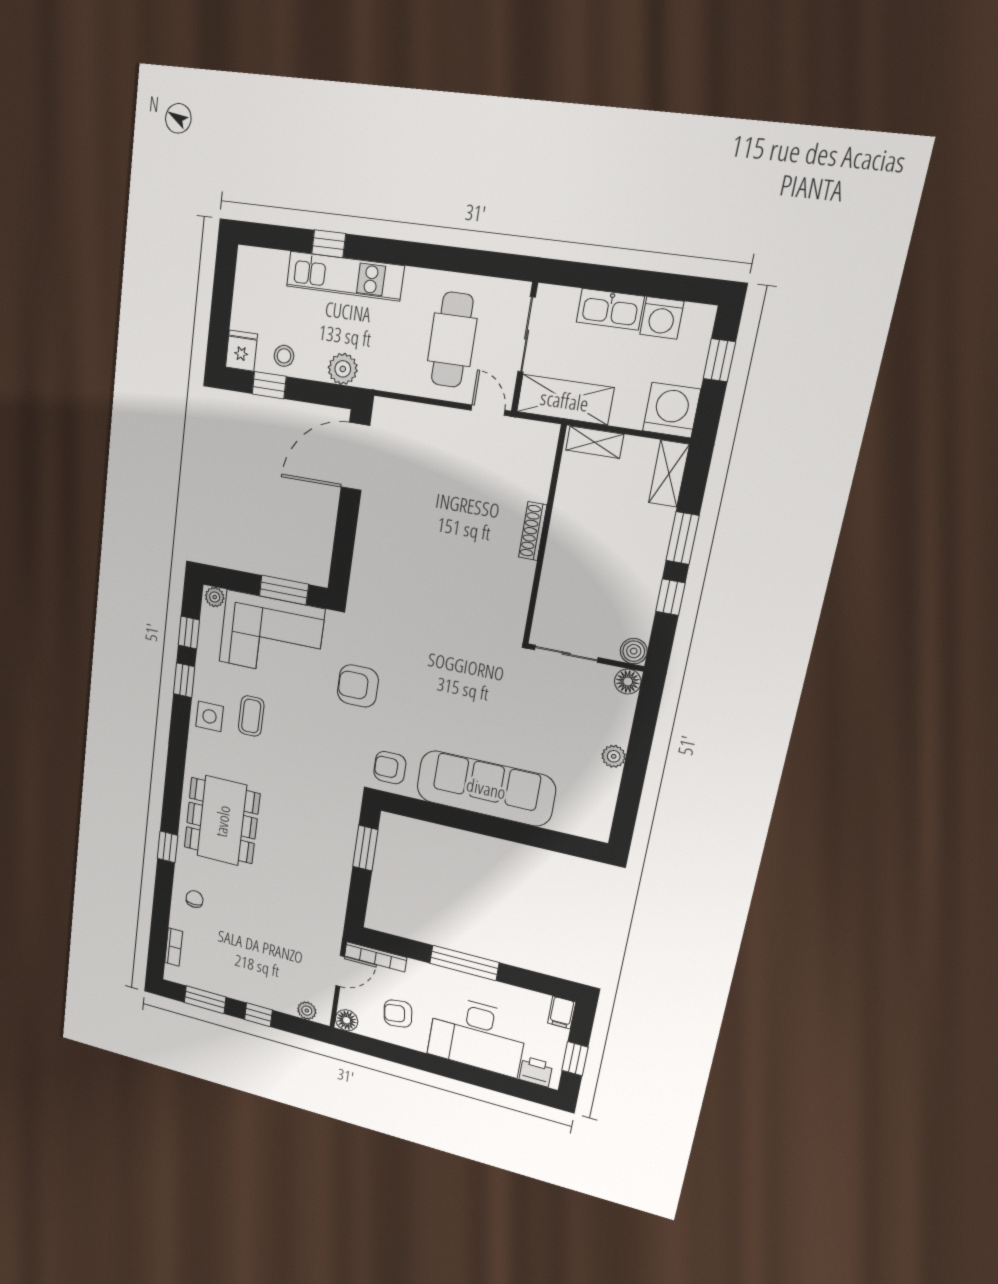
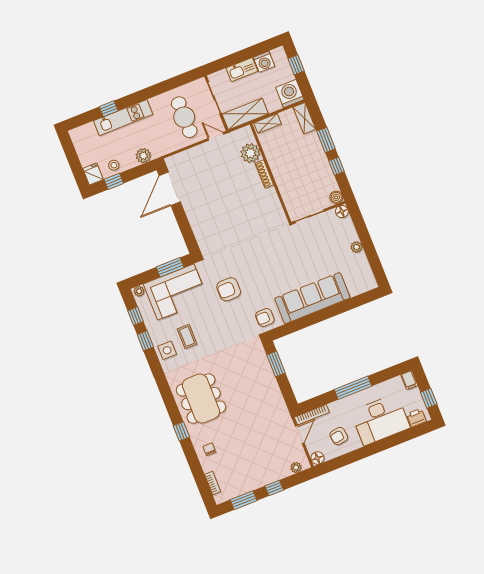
plant: (531, 478) -> (250, 153), added

